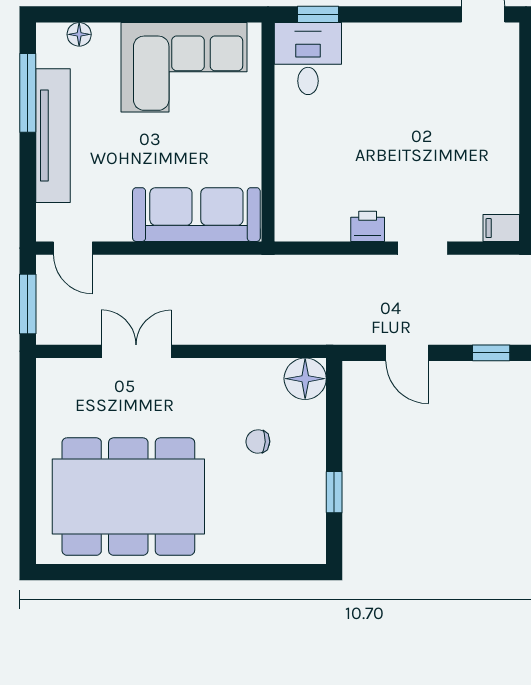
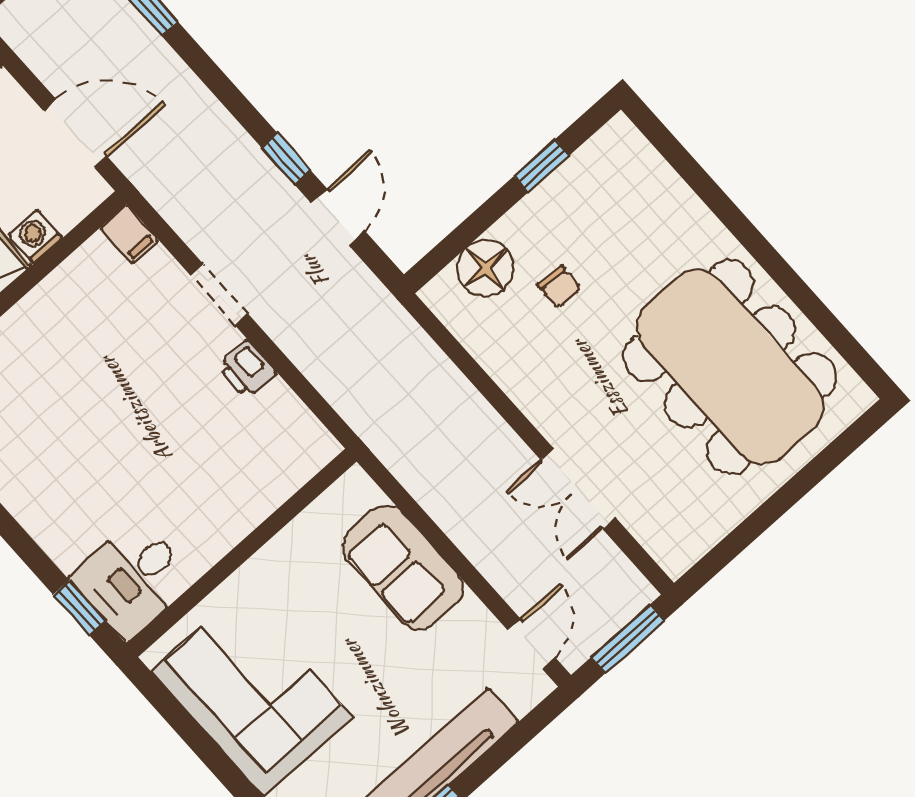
sofa: (196, 215) -> (403, 567), width x0.73
window: (491, 353) -> (286, 159), moved
floor lamp: (305, 379) -> (485, 268), moved

